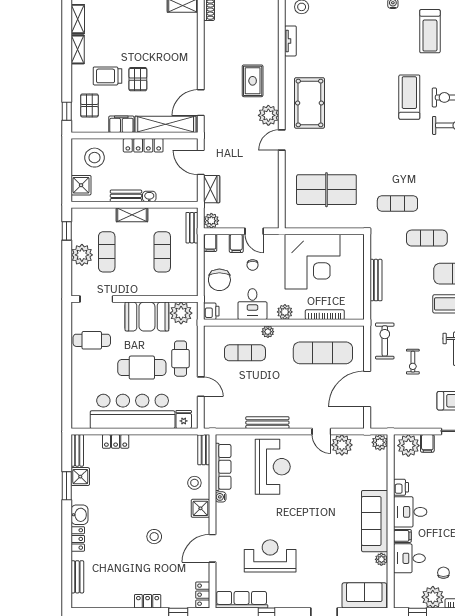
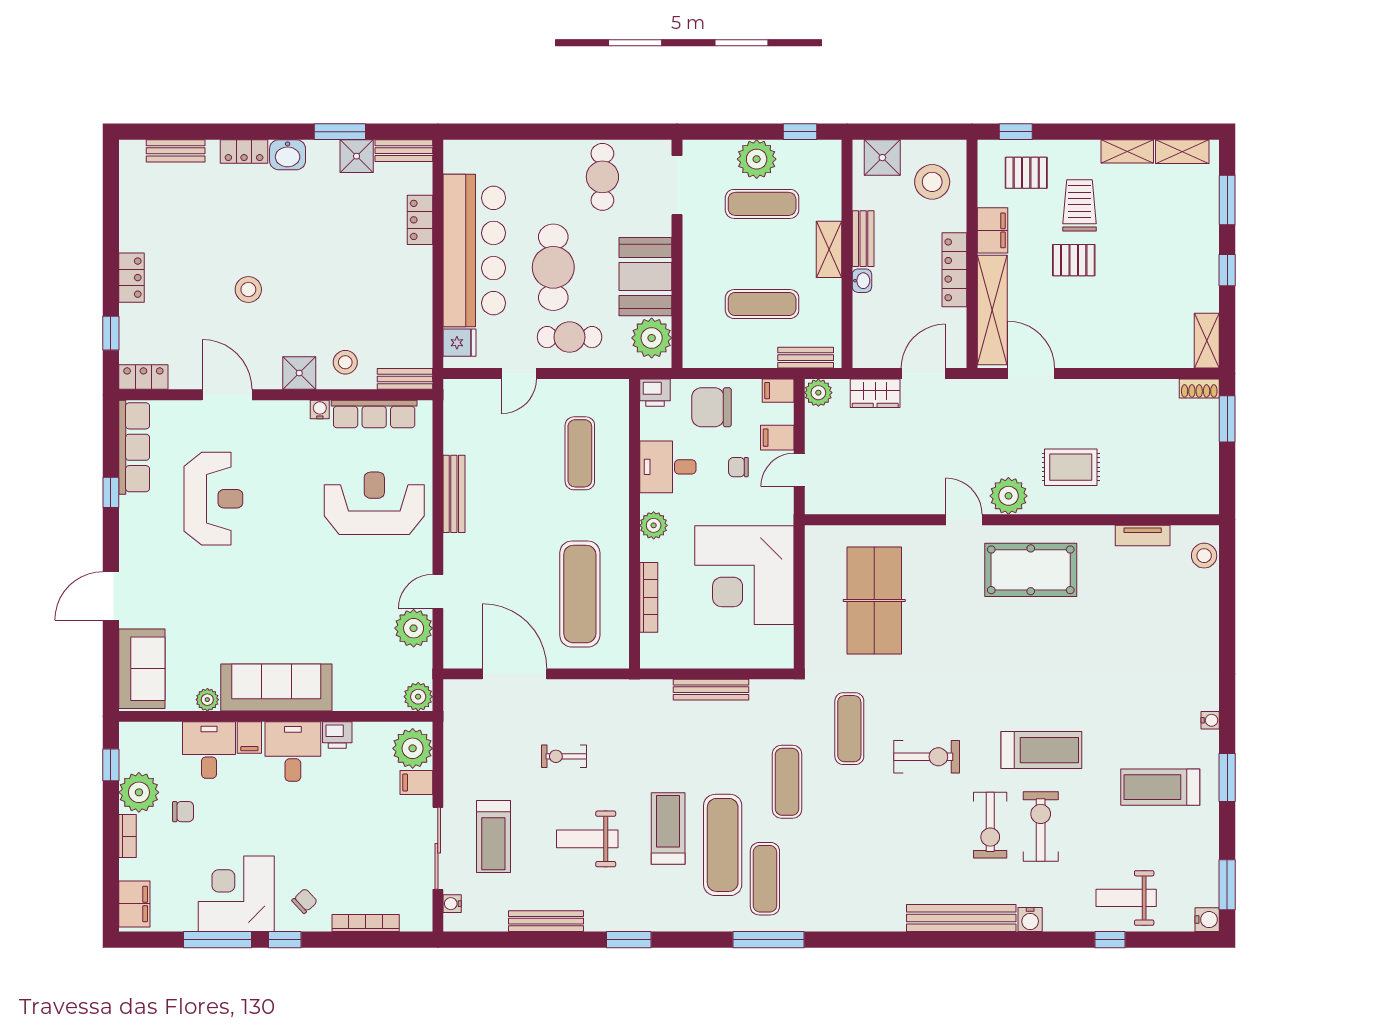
plant: (268, 332) -> (618, 495), removed
exercise bike: (385, 341) -> (927, 757), moved
reception desk: (273, 467) -> (374, 503), turned 180

